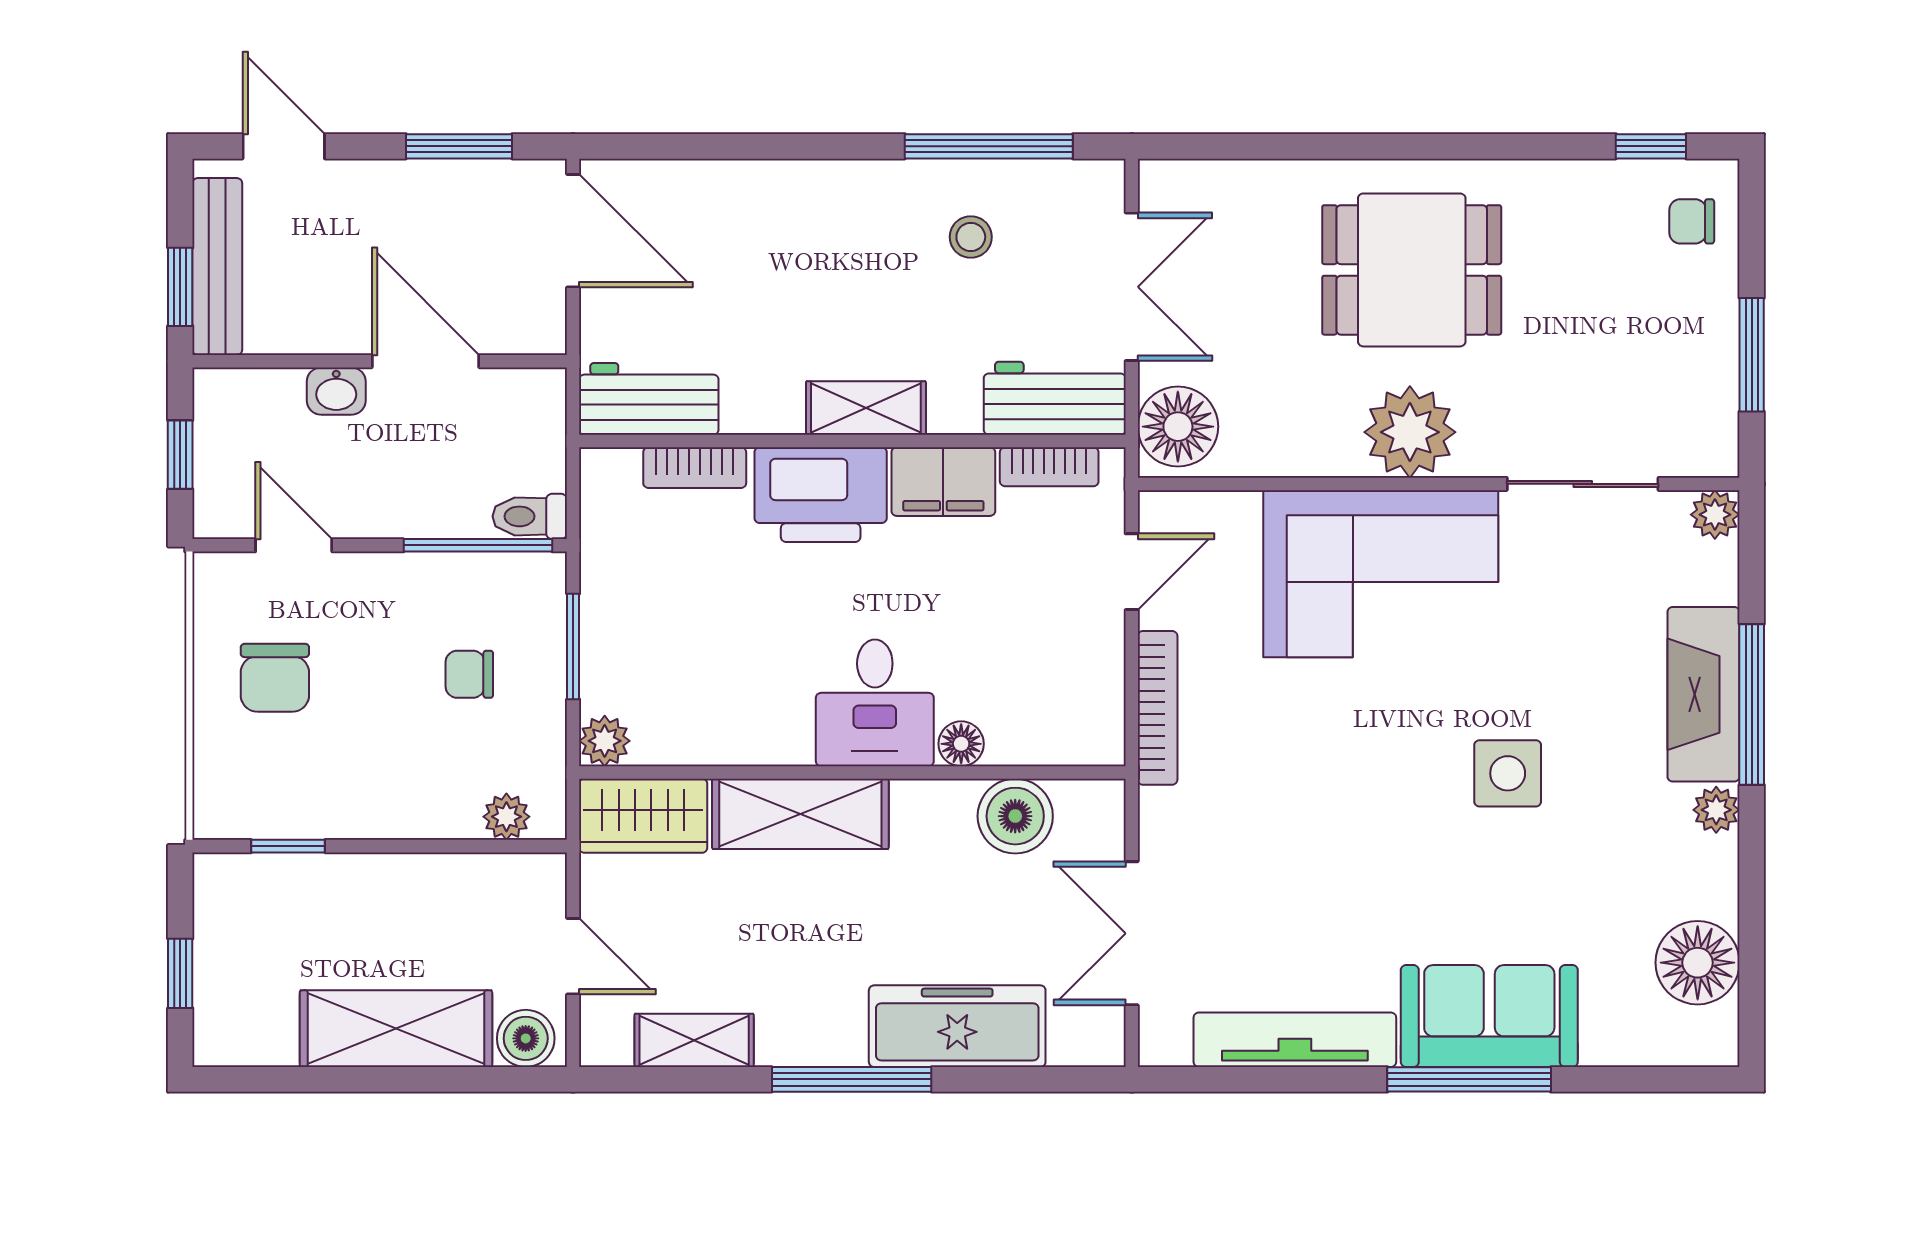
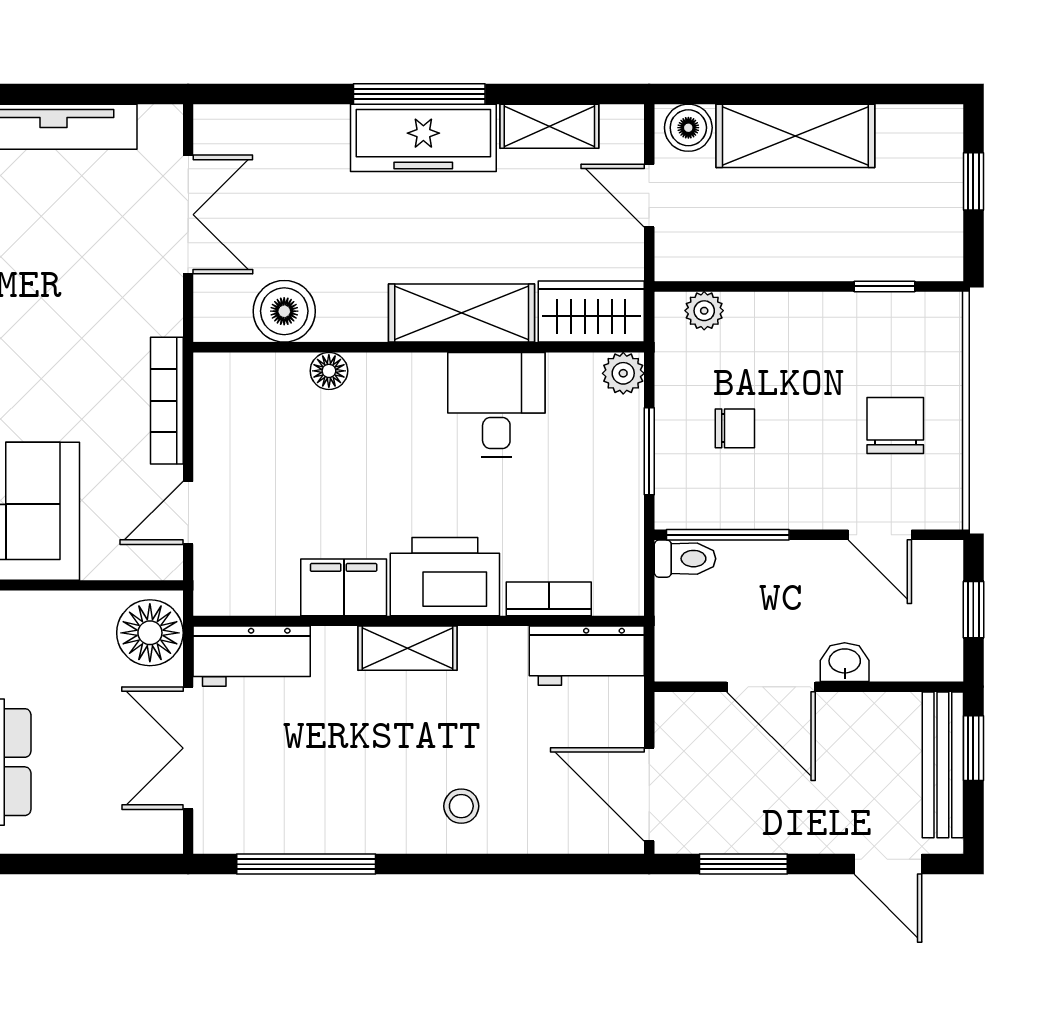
stool: (971, 237) -> (461, 806), moved
bookcase: (1049, 467) -> (256, 600), removed
desk: (875, 703) -> (496, 405), moved
freezer: (957, 1026) -> (423, 138), moved

